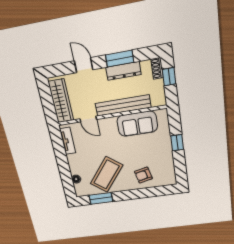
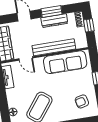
sofa: (137, 124) -> (65, 62), width x1.36
armchair: (143, 175) -> (82, 101), moved

